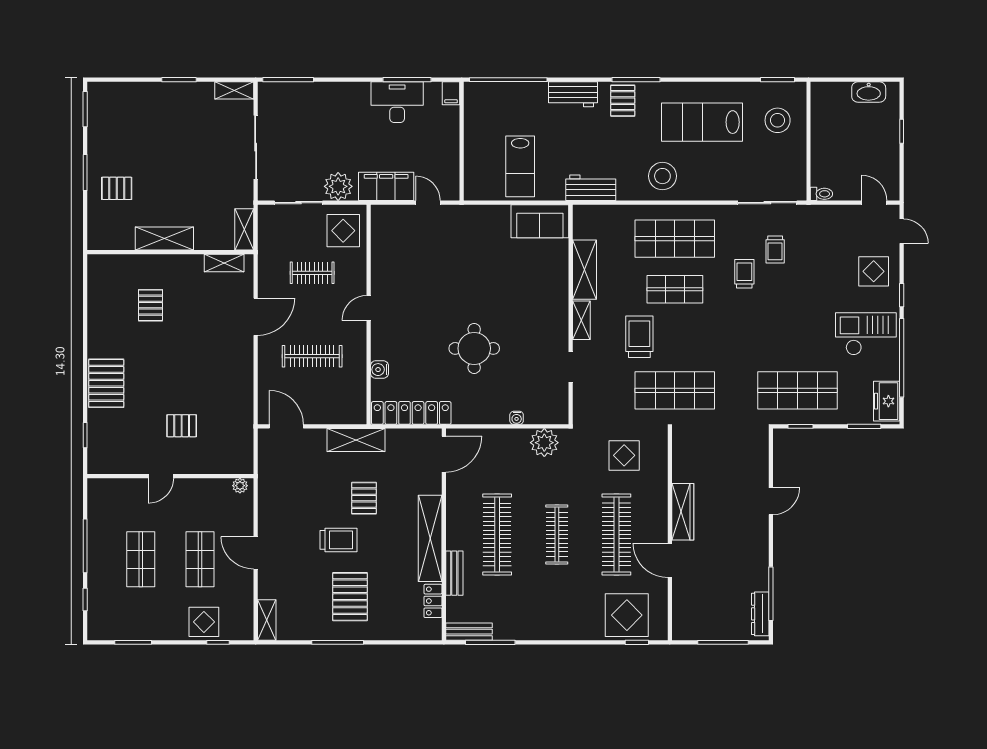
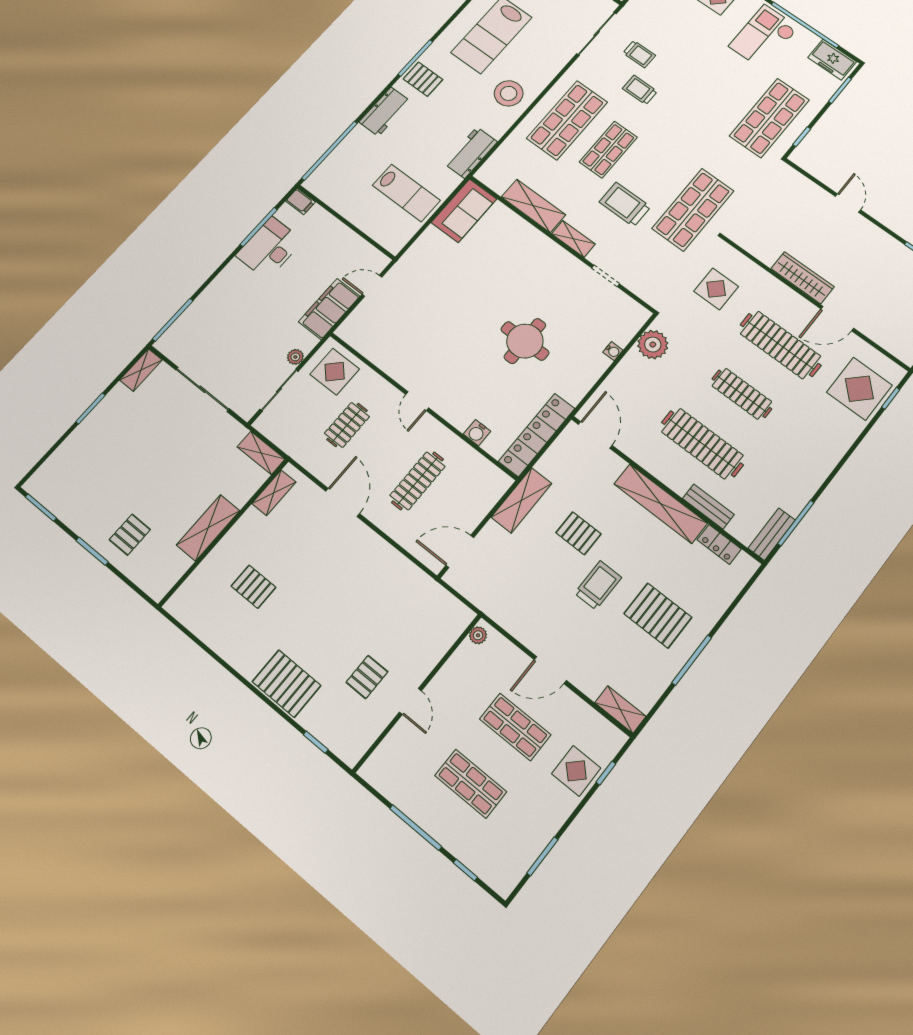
plant: (338, 186) -> (295, 357), width x0.53, depth x0.53
pallet: (182, 426) -> (367, 677), moved

